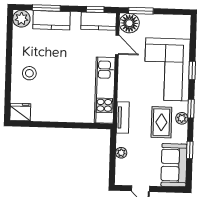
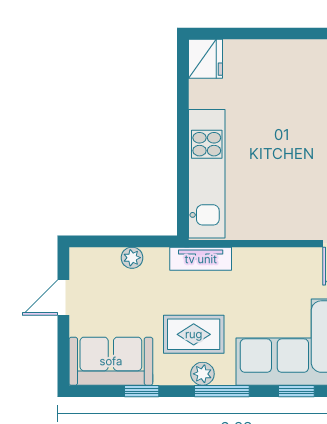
stool: (29, 73) -> (281, 74), removed
kitchen unit: (105, 90) -> (207, 174), moved, turned 90
window: (191, 109) -> (222, 391), width x1.50

